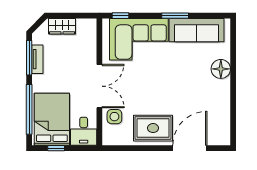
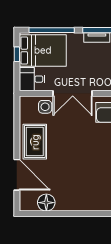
floor lamp: (221, 69) -> (46, 203), moved

